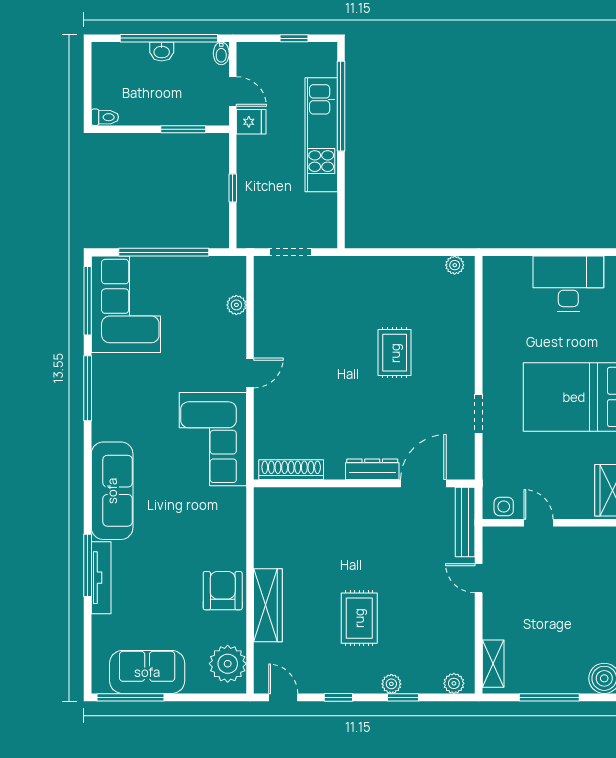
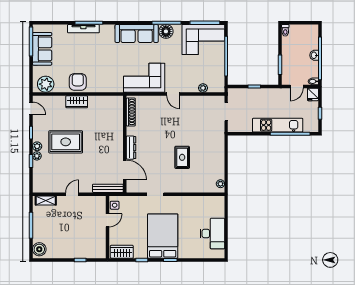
fridge: (251, 122) -> (313, 94), moved
rug: (395, 353) -> (182, 157), turned 90
floor lamp: (107, 389) -> (166, 31), added
sofa: (112, 491) -> (137, 33), moved
door: (479, 578) -> (72, 194), moved
armchair: (223, 591) -> (78, 82), turned -90
wardrobe: (268, 605) -> (77, 102), width x0.67
rug: (359, 618) -> (66, 142), width x1.36, depth x1.43
plant: (454, 683) -> (37, 146), moved
door: (283, 697) -> (31, 109), hinge flipped

